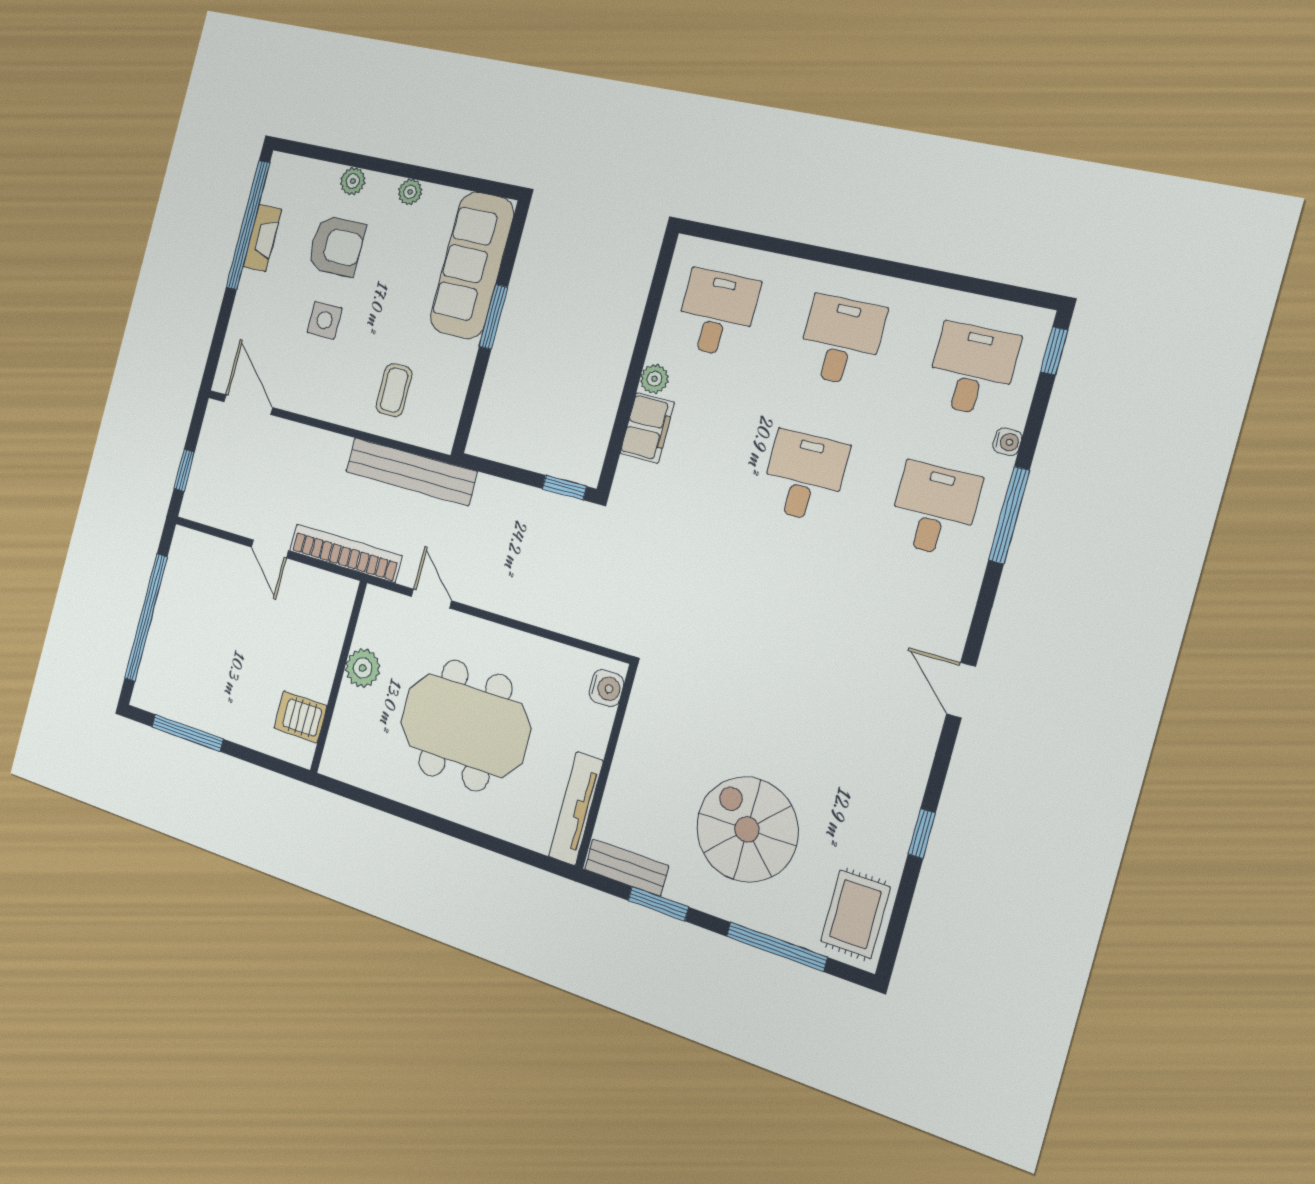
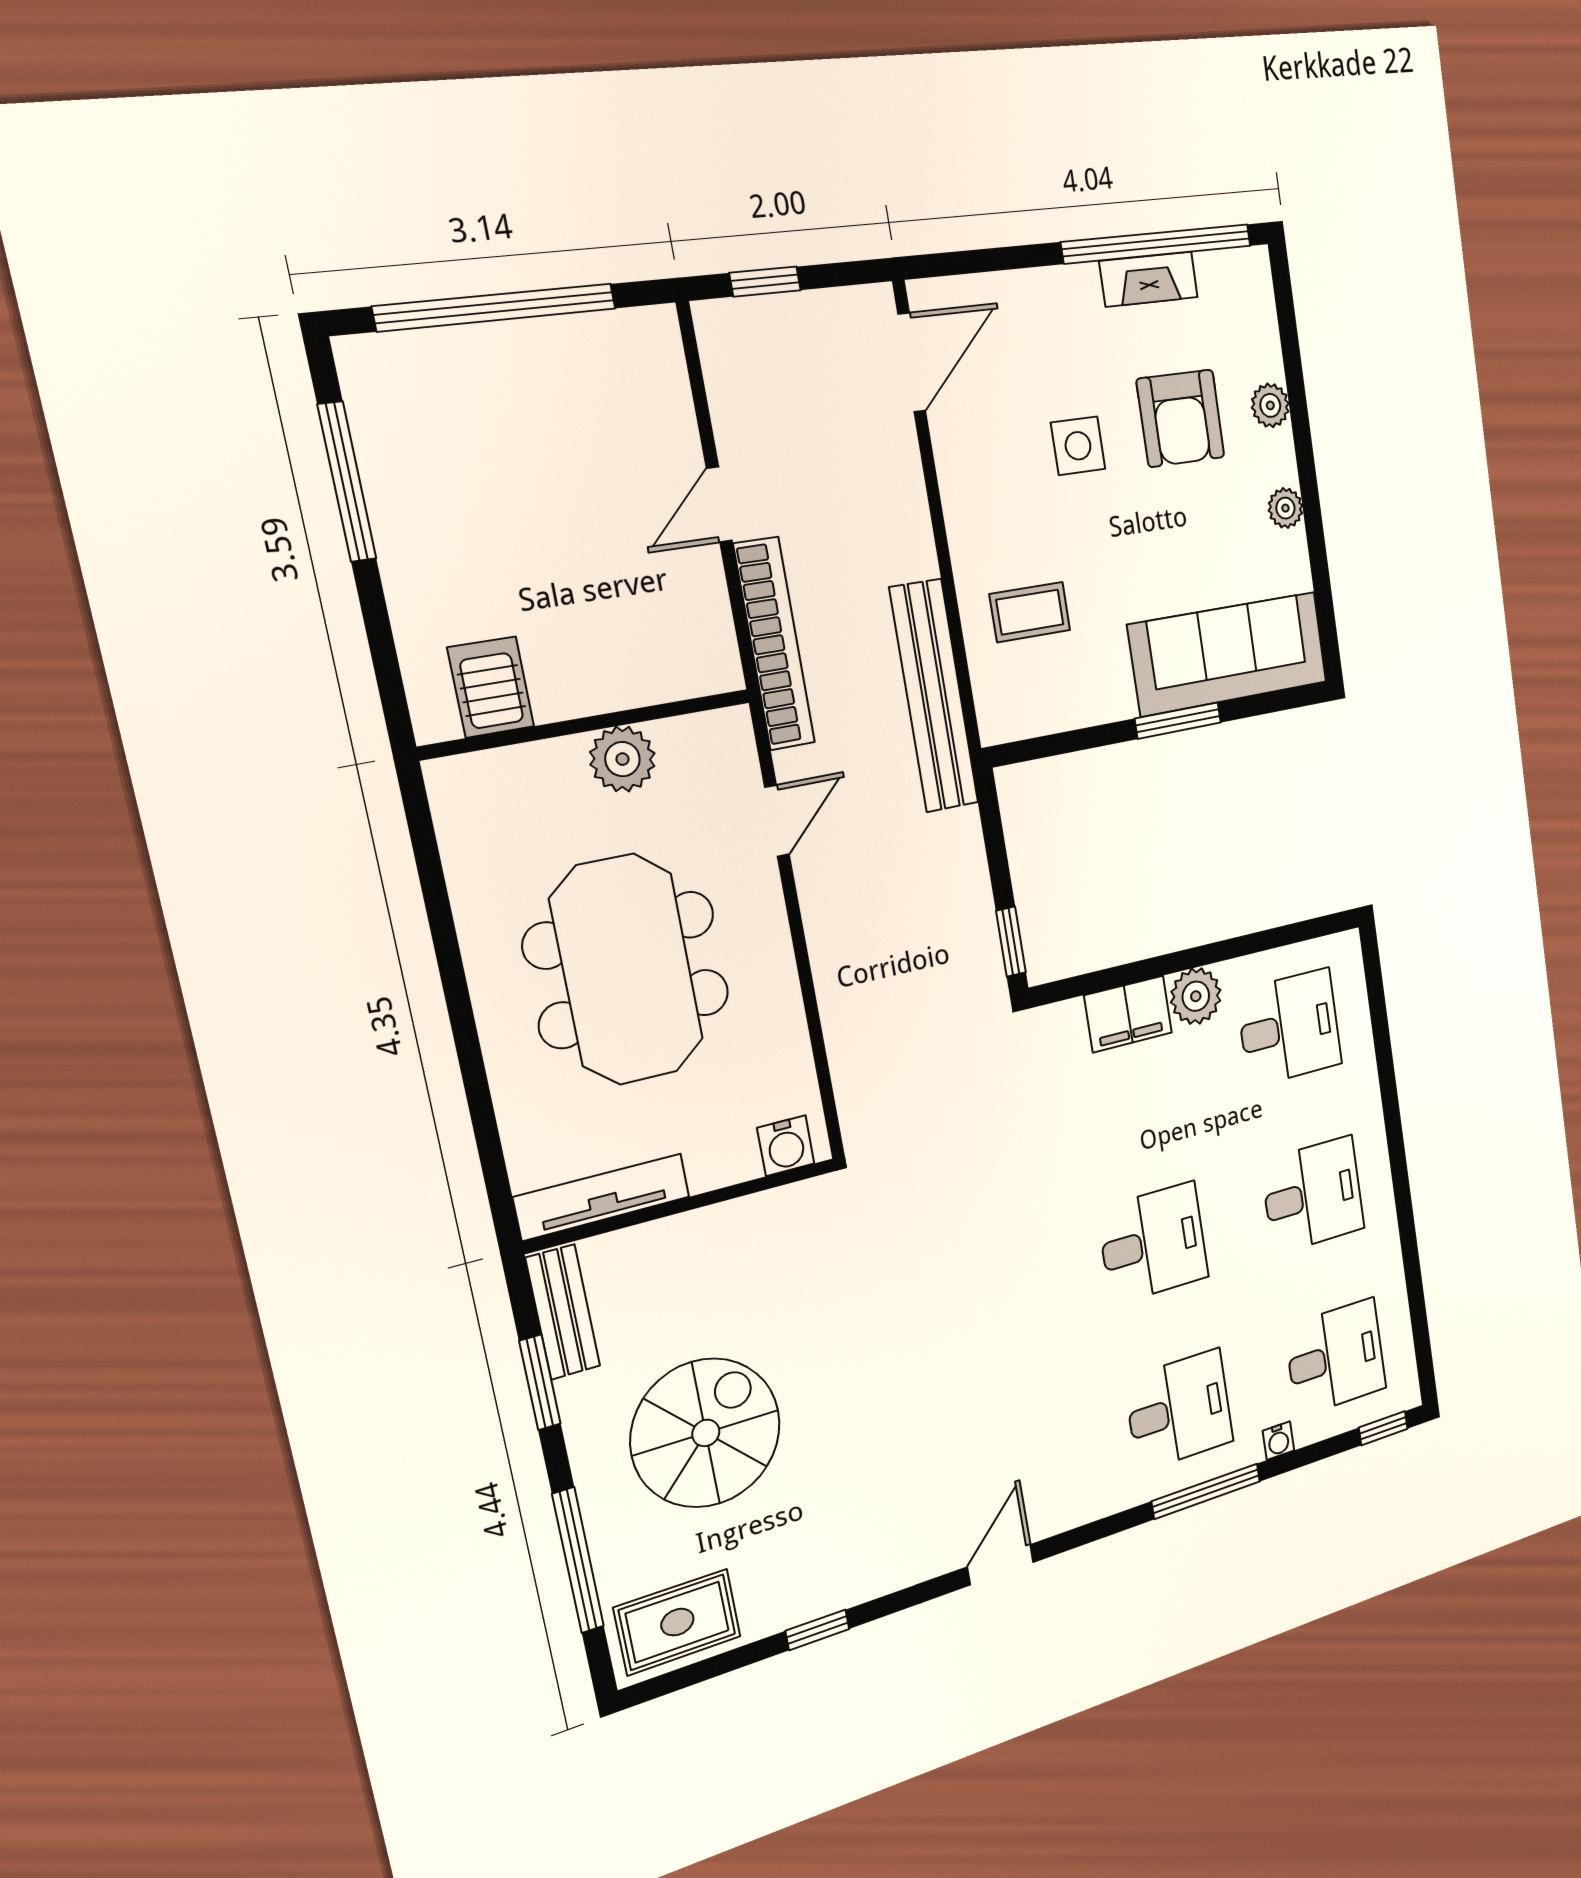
plant: (654, 379) -> (1196, 996), width x1.38, depth x1.38

